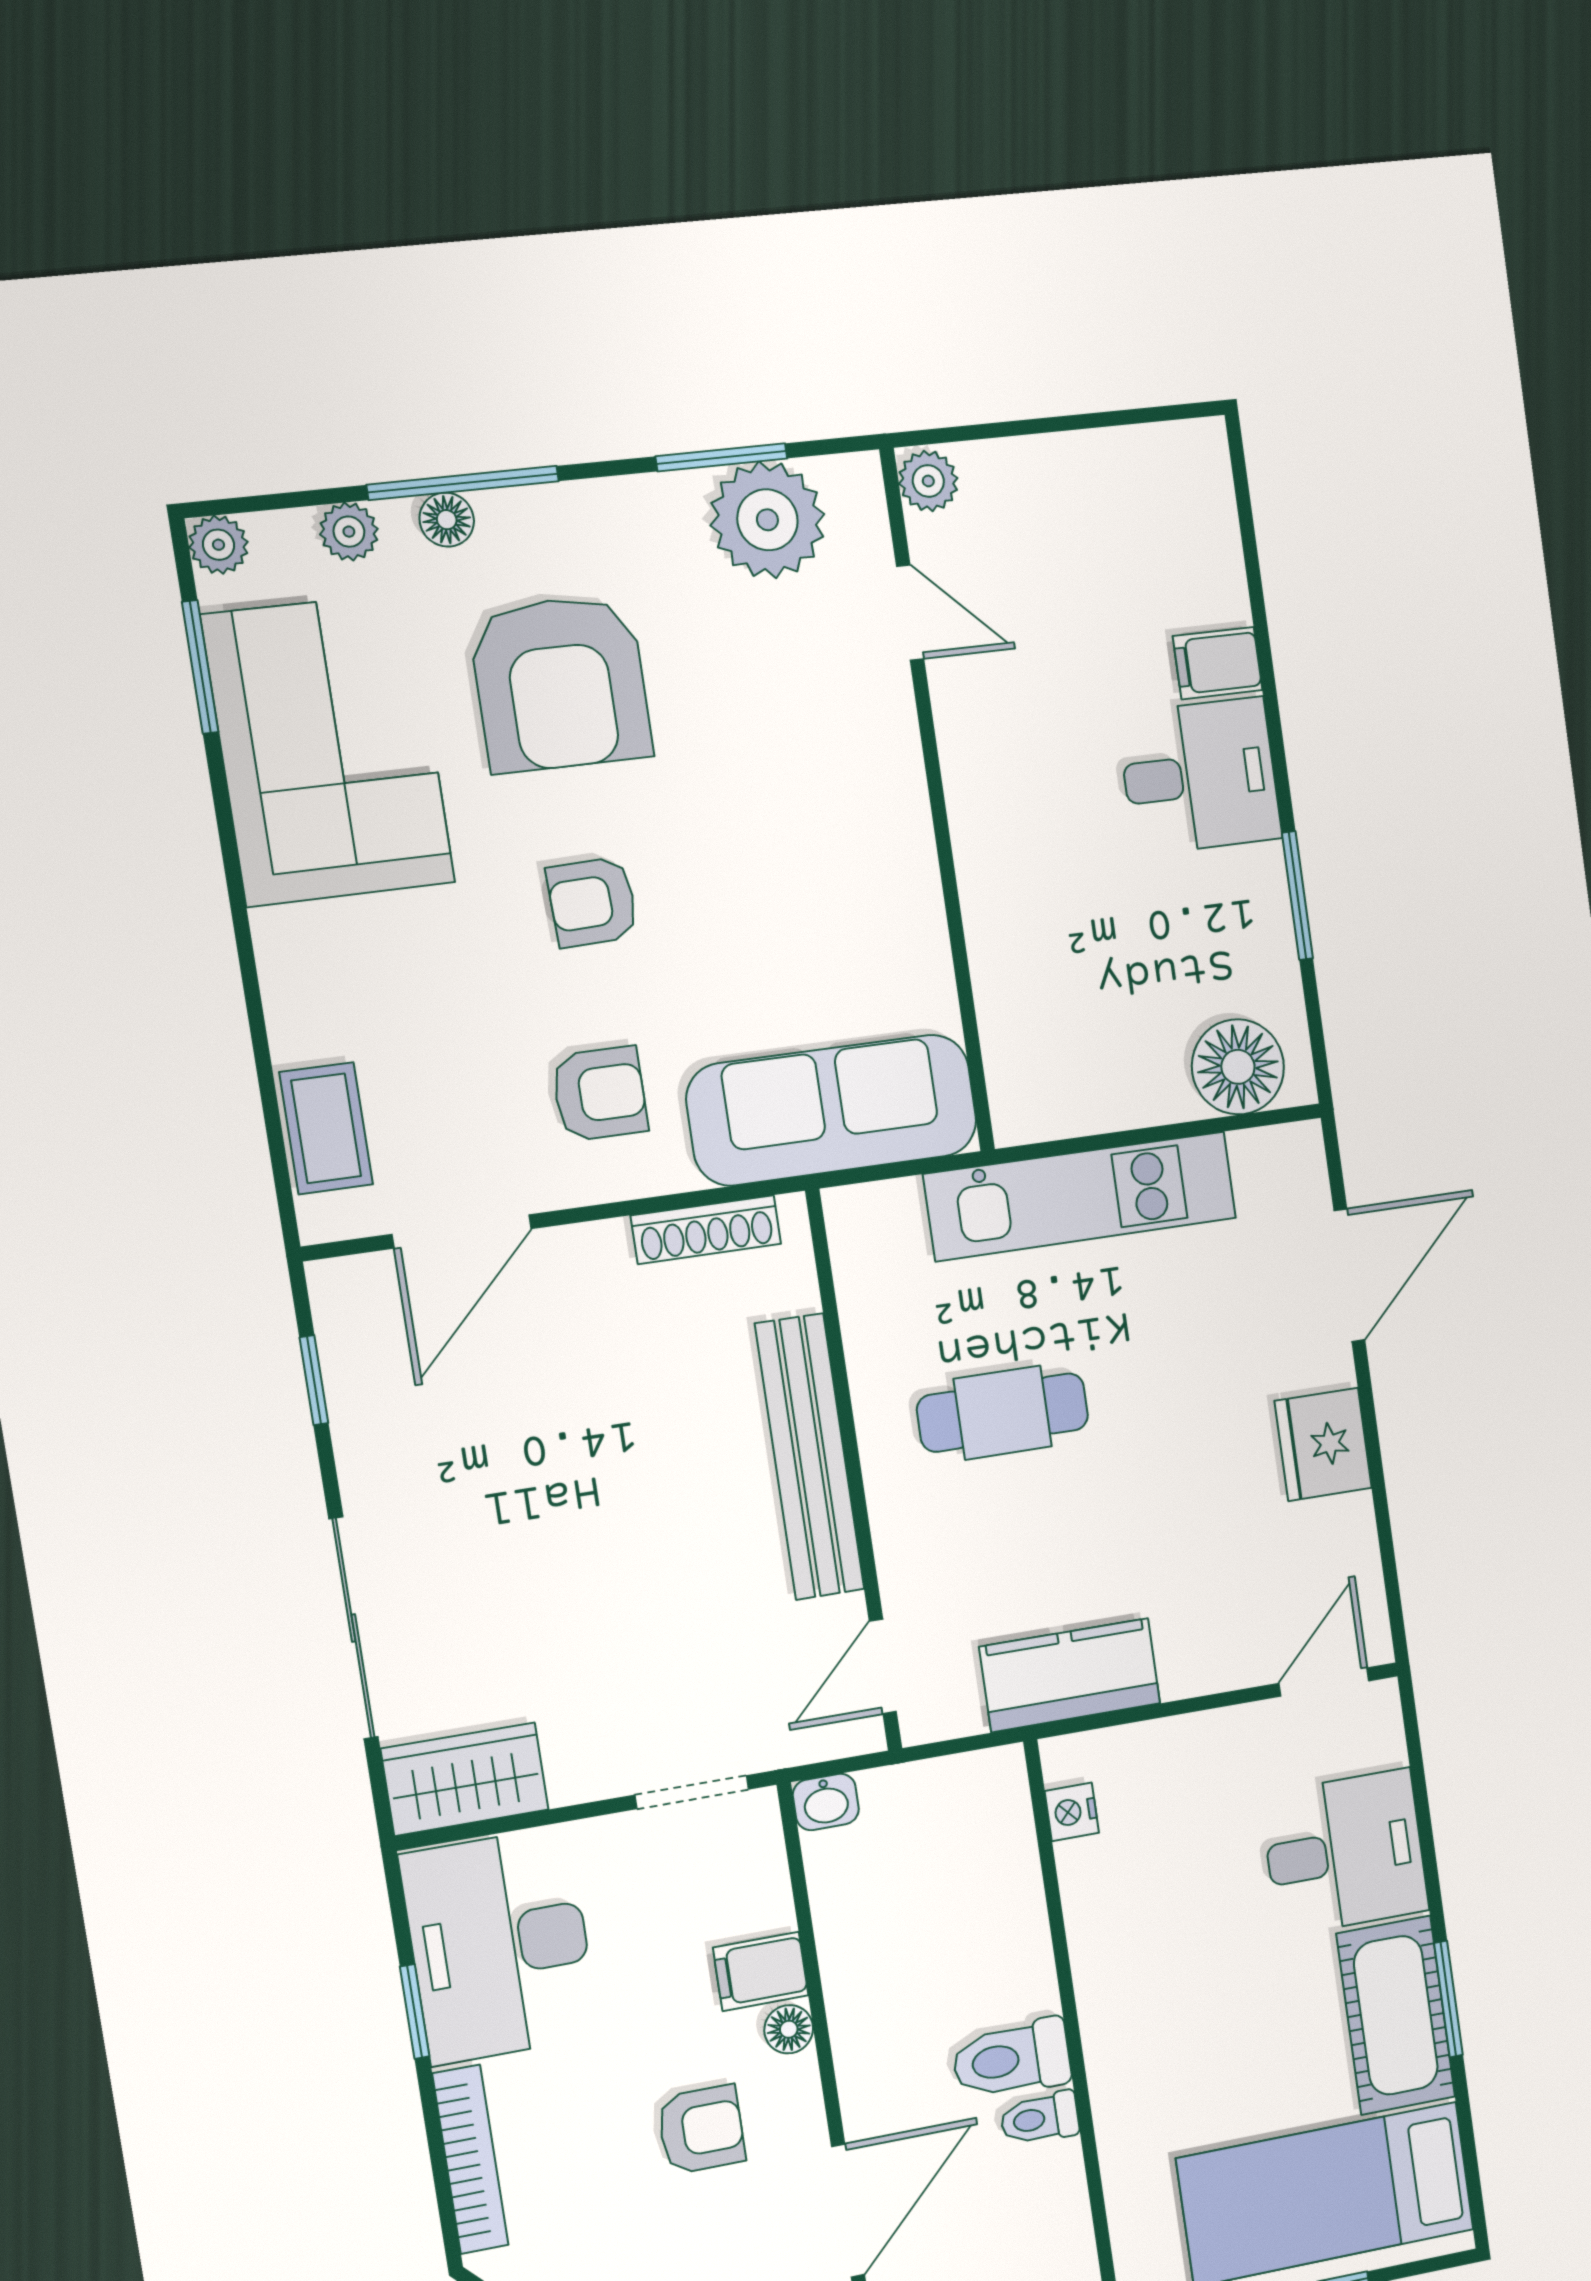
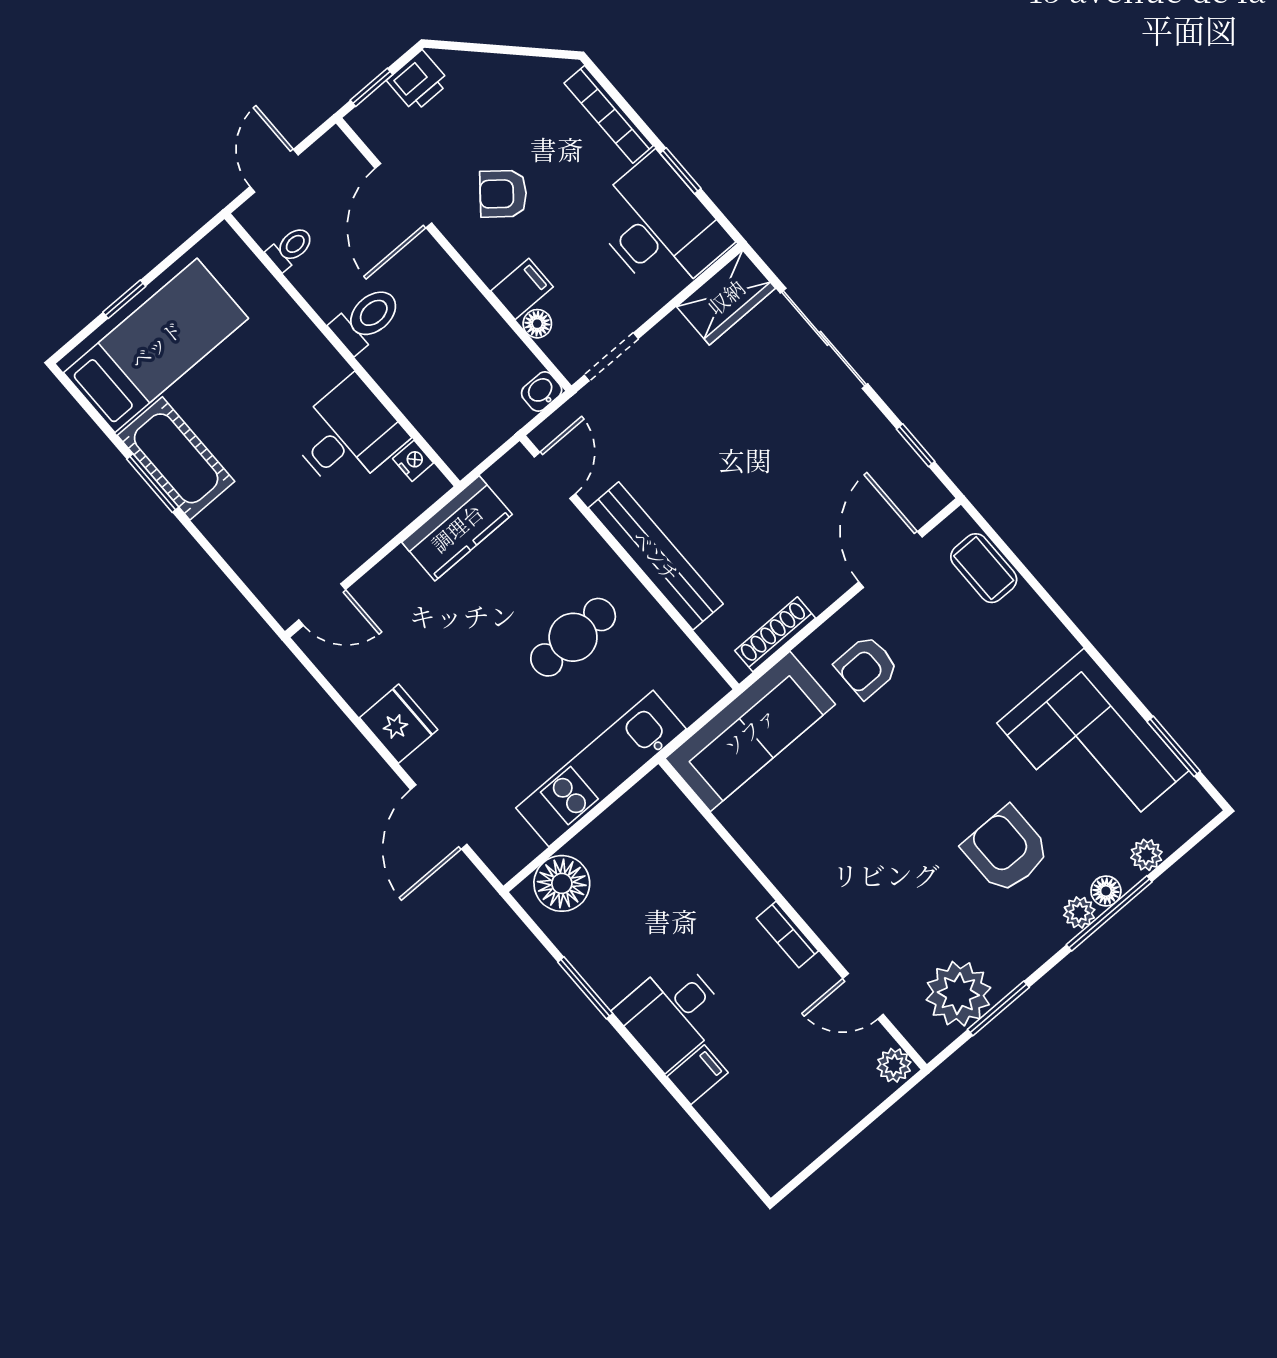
plant: (219, 545) -> (1079, 912), moved
armchair: (561, 683) -> (1006, 850), width x0.73, depth x0.73
bookcase: (964, 777) -> (787, 934), added
armchair: (592, 902) -> (927, 756), removed
door: (1324, 1682) -> (322, 605), hinge flipped
desk: (1345, 1852) -> (347, 435), moved, turned 180
floor lamp: (789, 2029) -> (537, 324), moved
toilet: (1040, 2118) -> (290, 248), moved
armchair: (701, 2129) -> (503, 194), turned 39

